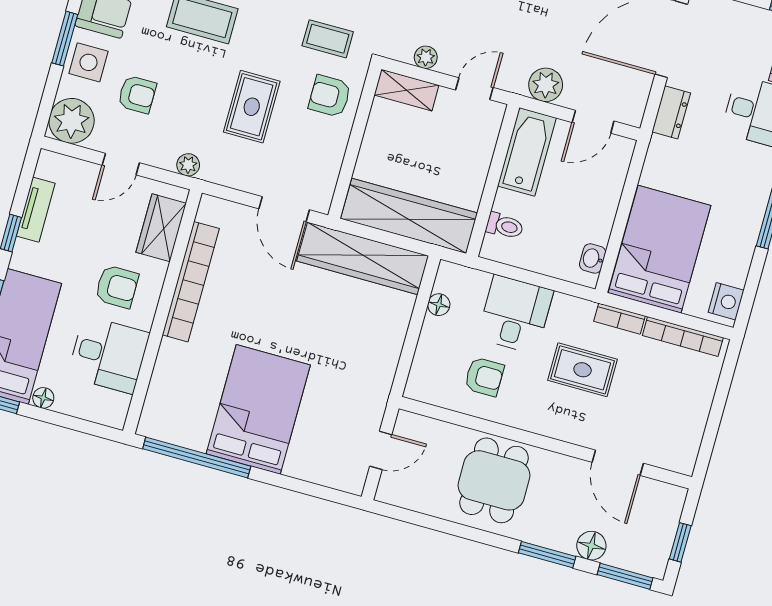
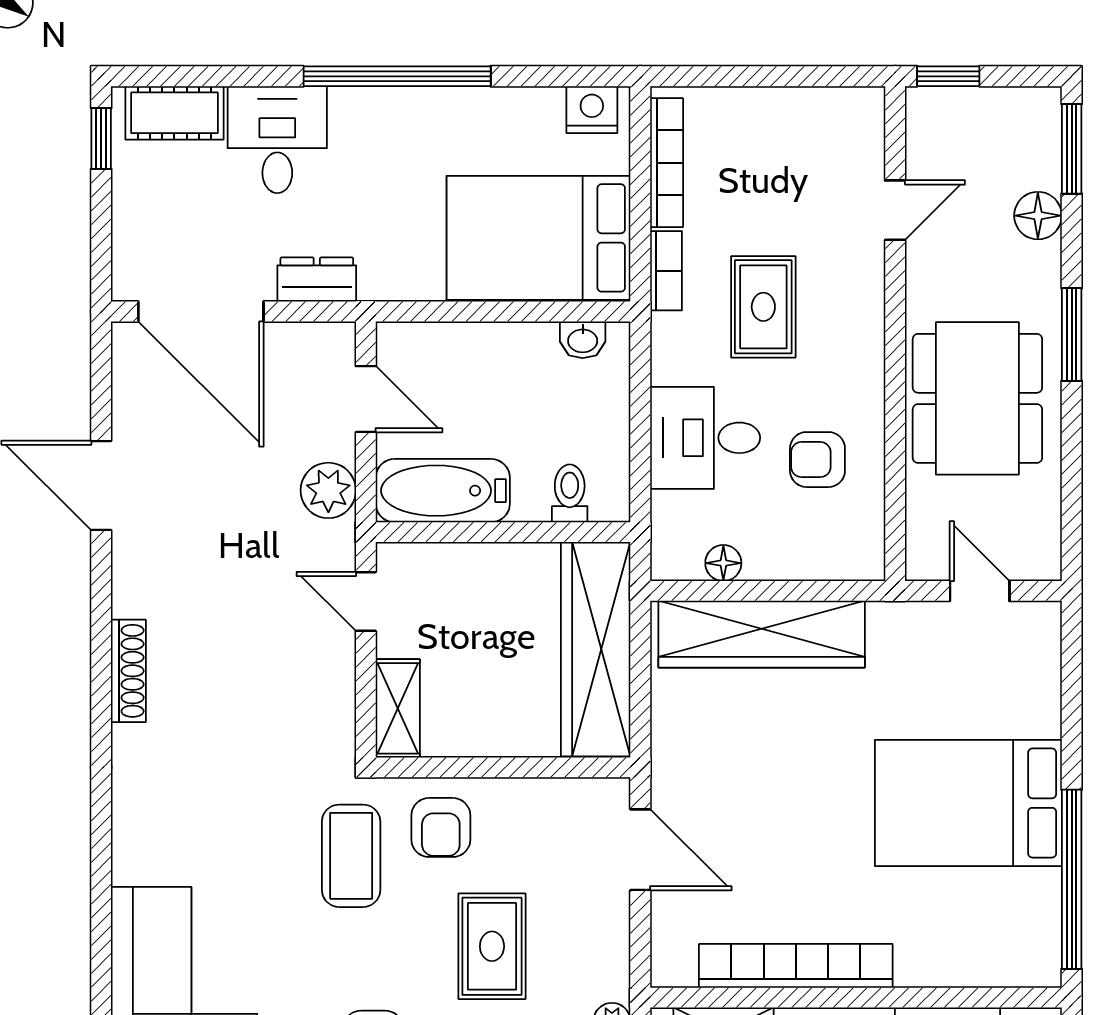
coffee table: (328, 39) -> (351, 856), width x1.36, depth x1.30
plant: (426, 57) -> (337, 692), removed
rug: (252, 107) -> (492, 946), turned 90
door: (284, 209) -> (640, 850), hinge flipped
wardrobe: (363, 258) -> (762, 634), moved, turned 90
armchair: (484, 377) -> (817, 460), turned -90
door: (618, 463) -> (895, 210), width x0.73
dining table: (494, 480) -> (977, 398), width x1.38
window: (680, 542) -> (948, 76), moved
window: (547, 555) -> (1072, 335), moved

